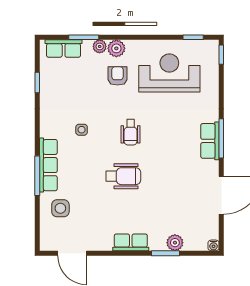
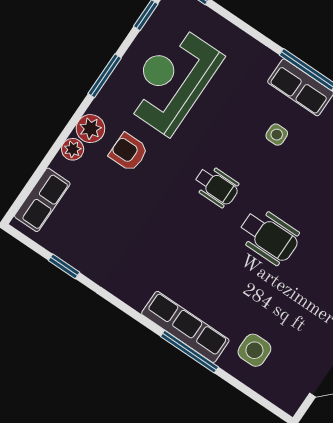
window: (84, 37) -> (105, 76), moved
side table: (82, 130) -> (277, 135), moved
wheelchair: (123, 176) -> (269, 236), turned 90

